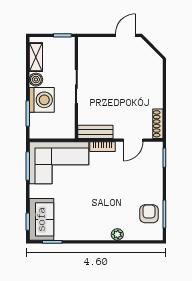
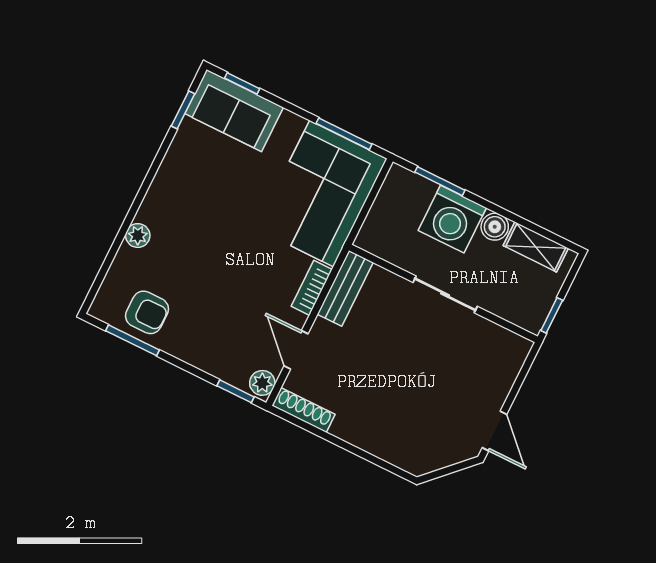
plant: (155, 148) -> (262, 383), added

